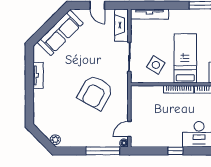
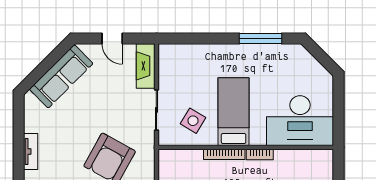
tv unit: (149, 14) -> (184, 51), removed
tv unit: (38, 75) -> (31, 151), moved

